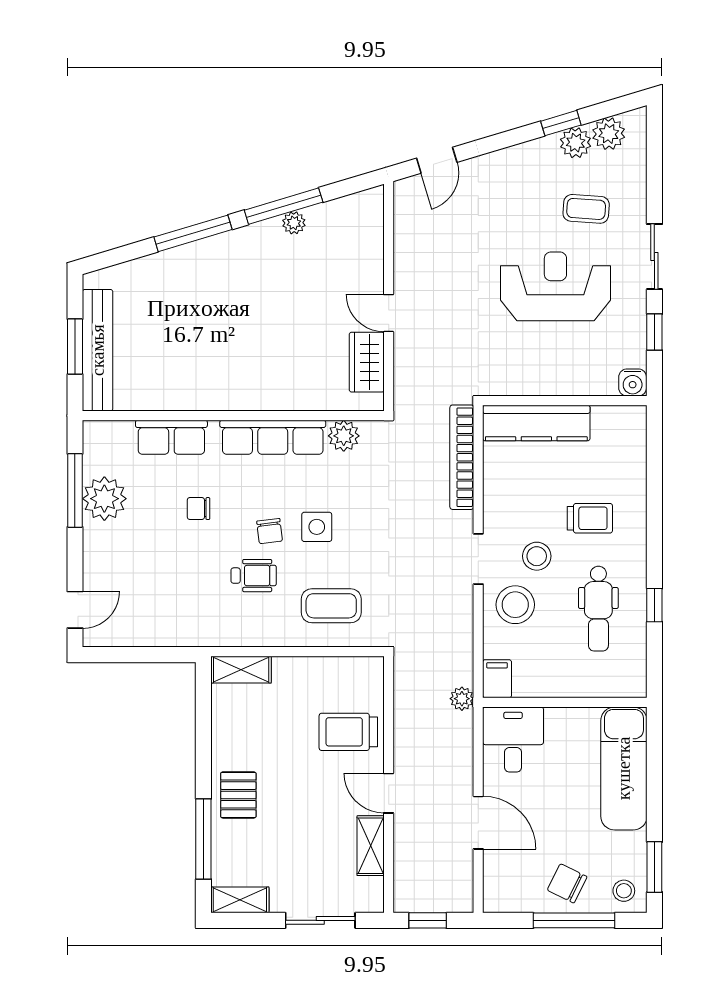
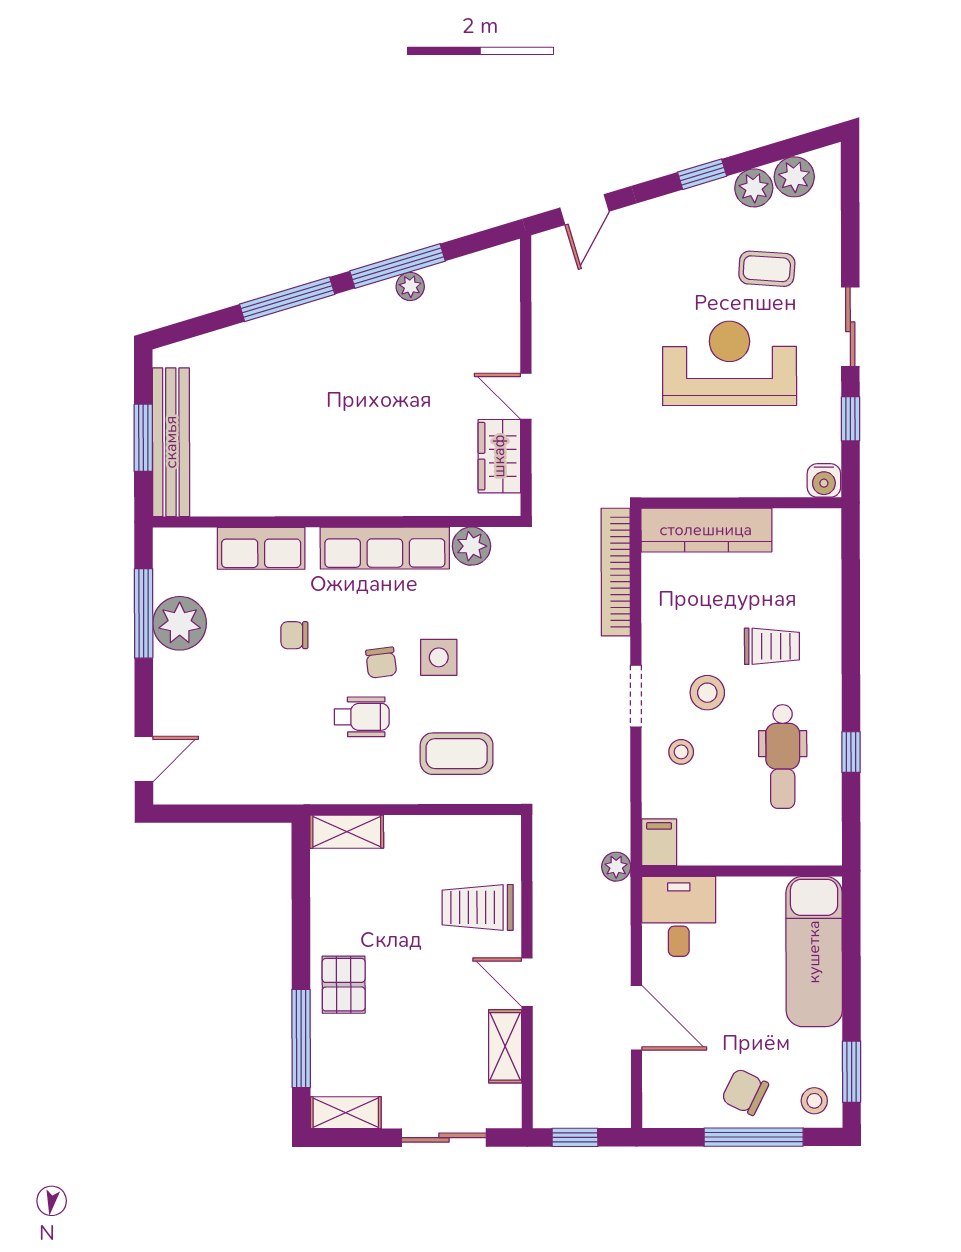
window: (561, 123) -> (702, 174), moved
stool: (515, 605) -> (681, 752), width x0.53, depth x0.53

